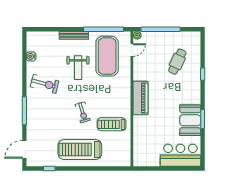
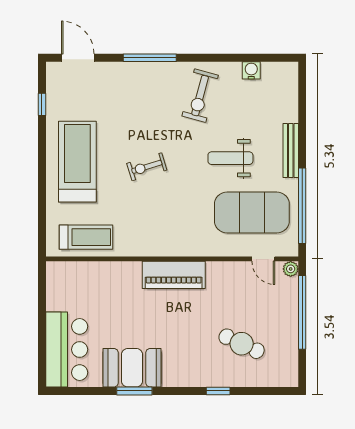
treadmill: (112, 124) -> (86, 237), moved, turned 90

